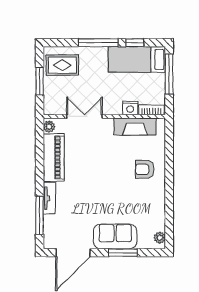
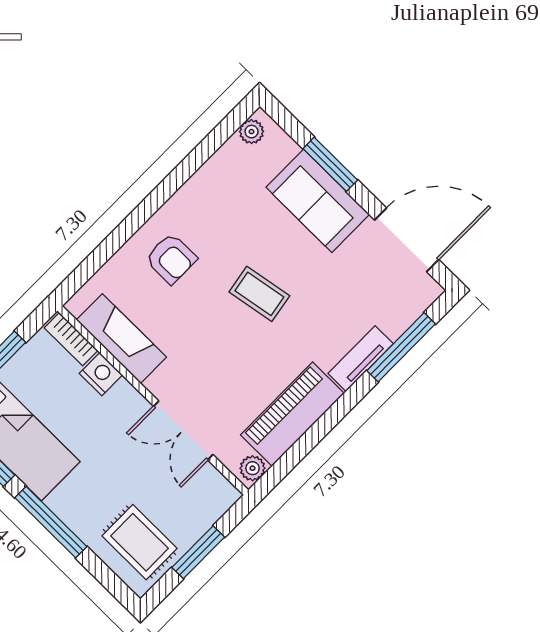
coffee table: (104, 187) -> (259, 294), added

